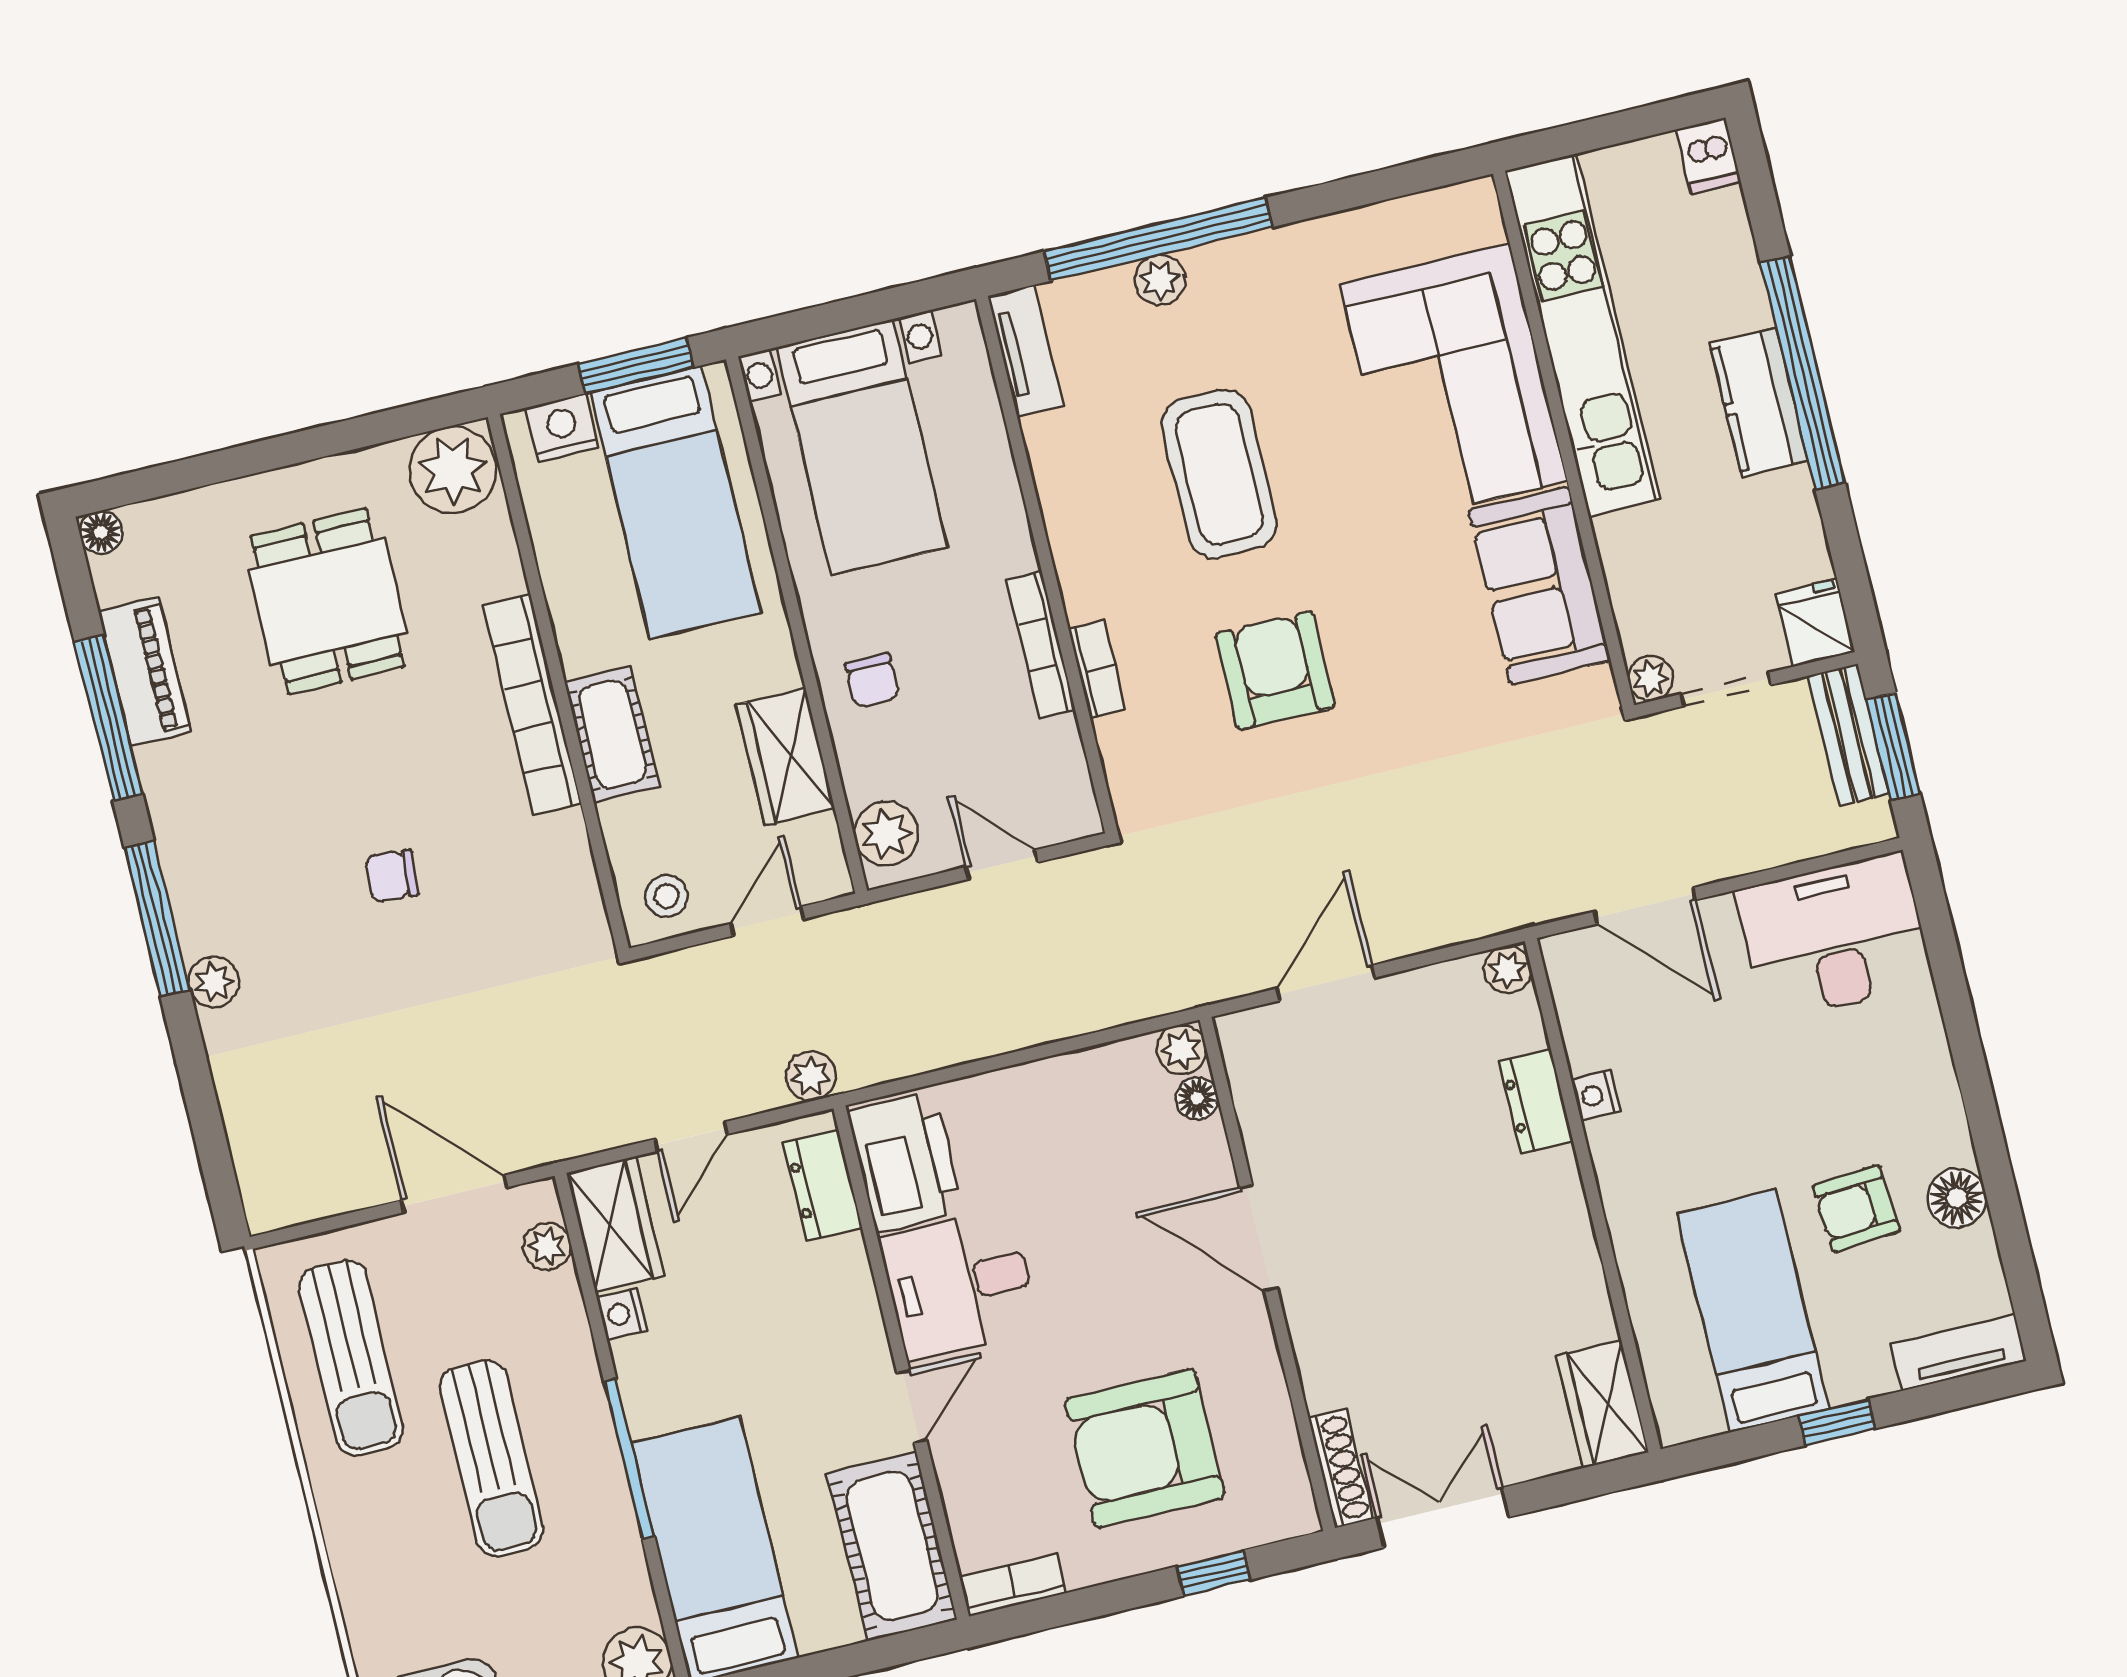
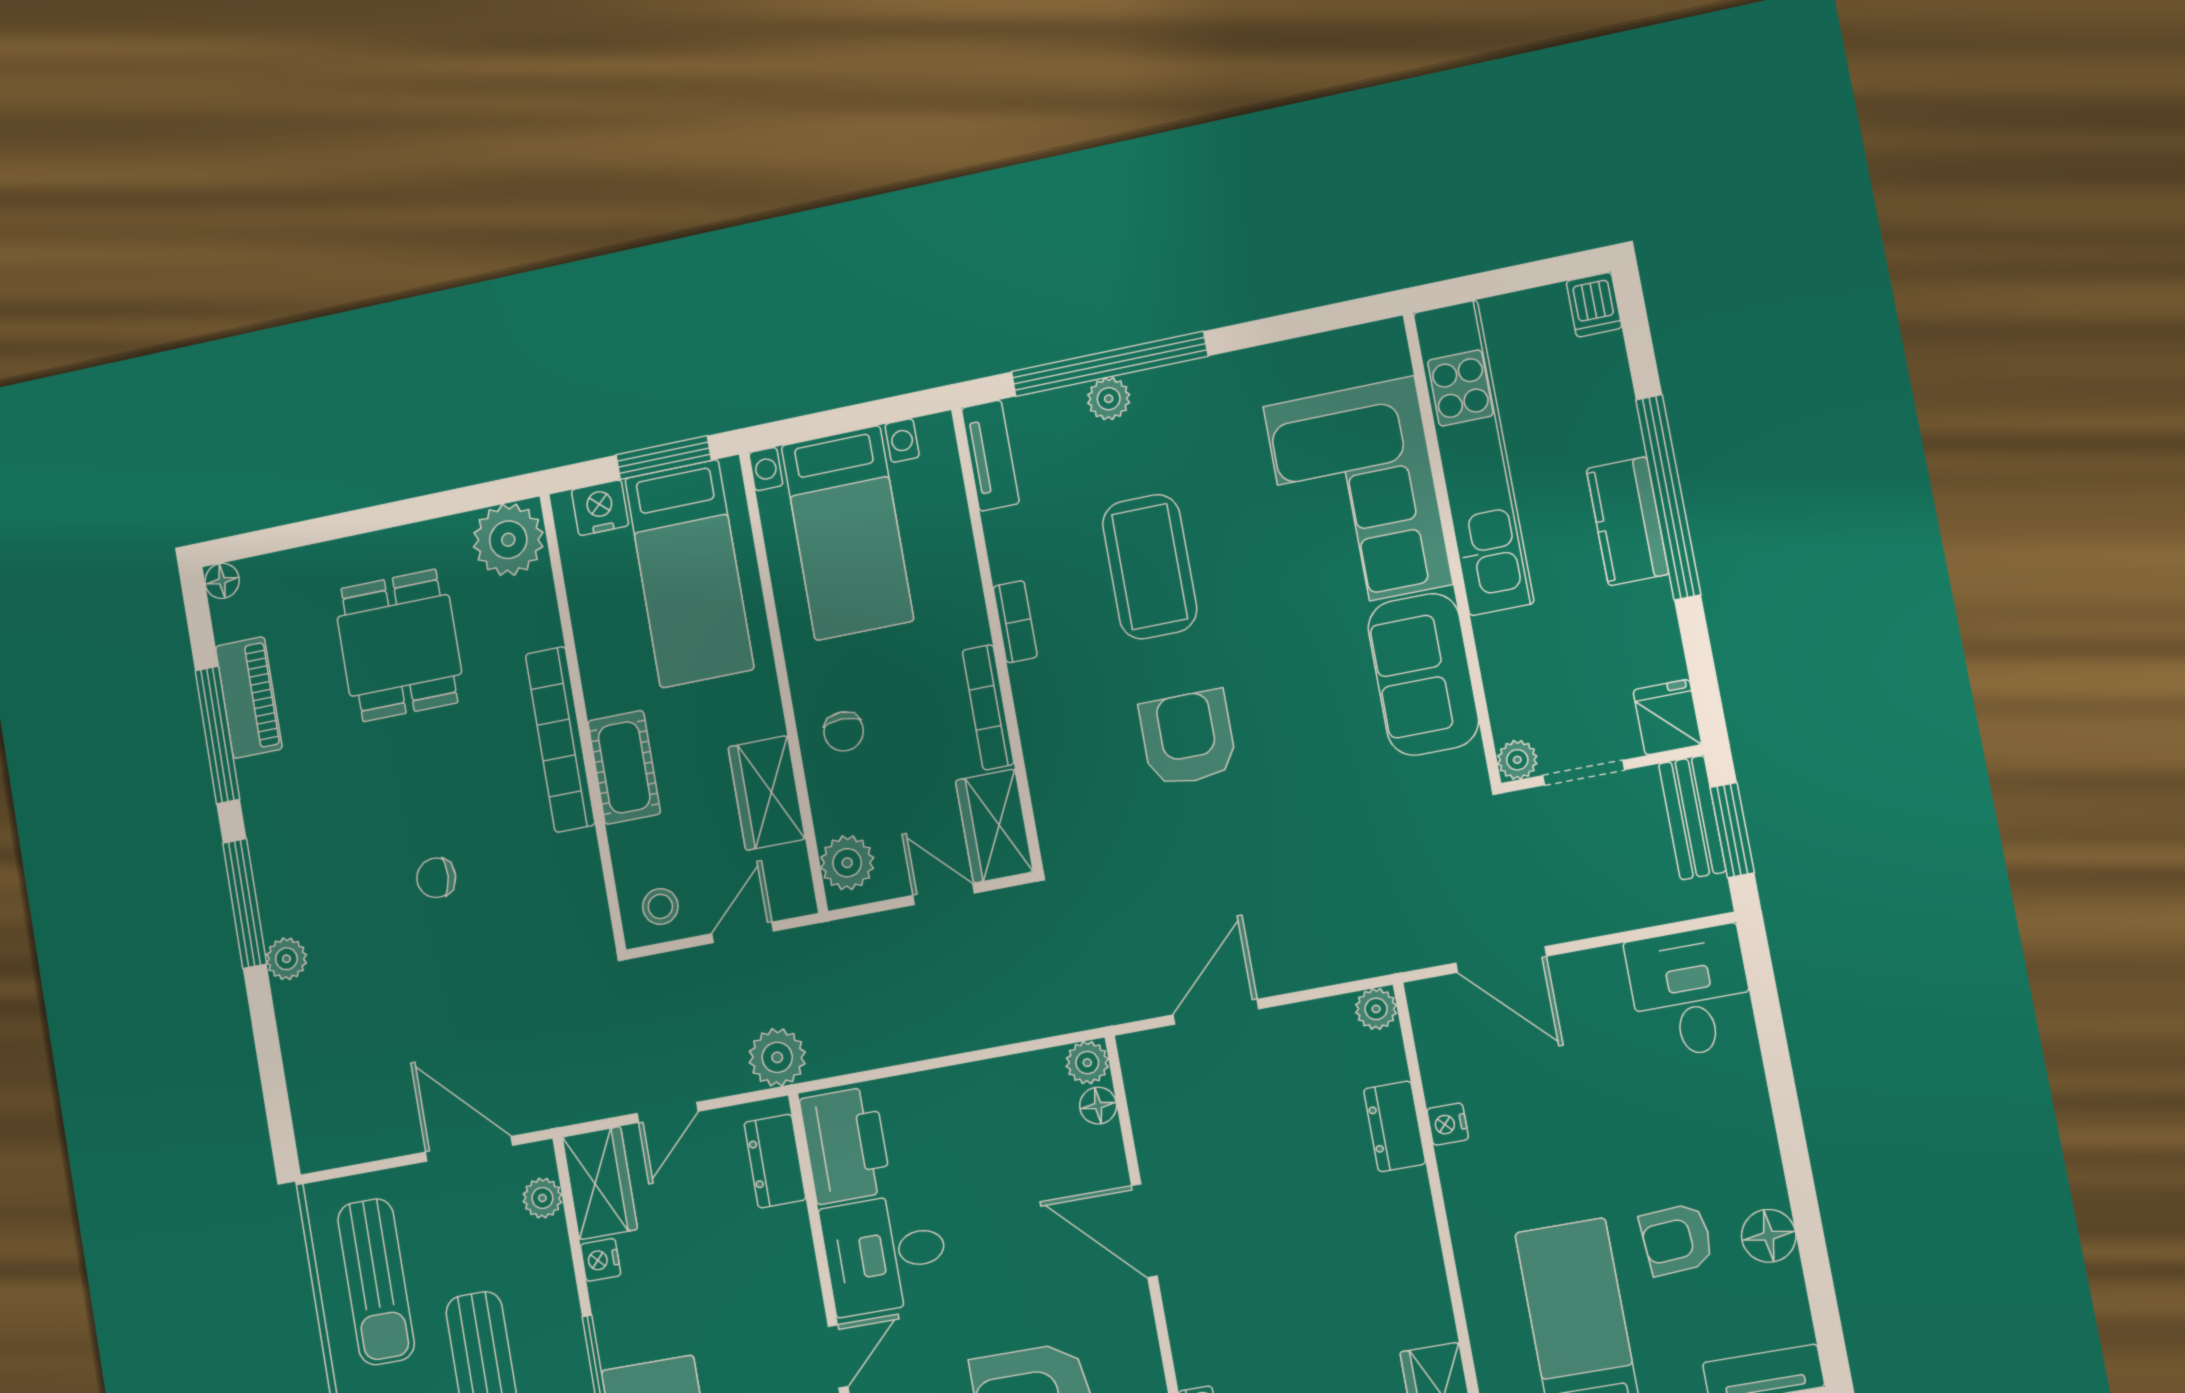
bookcase: (1097, 669) -> (1015, 622), moved
wardrobe: (1057, 782) -> (994, 826), added
desk: (1834, 937) -> (1691, 992), width x0.73
plant: (811, 1076) -> (777, 1057), width x1.38, depth x1.38

